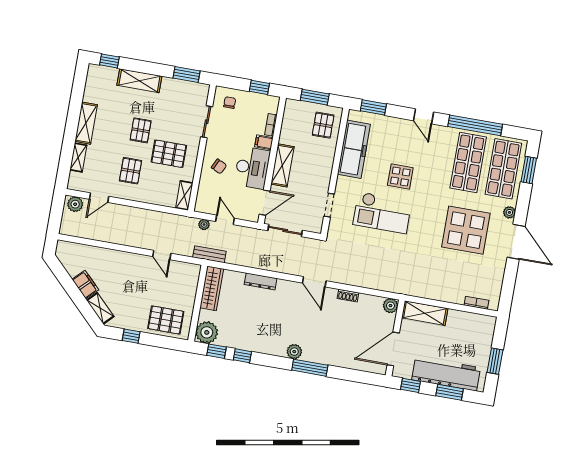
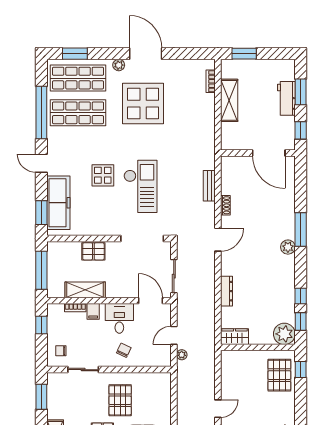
window: (315, 97) -> (41, 270), width x1.44
door: (424, 116) -> (41, 163), swing flipped
pallet: (323, 125) -> (93, 251), moved
freezer: (354, 149) -> (58, 203), moved, turned 90
shelving: (282, 165) -> (85, 290), moved
desk: (252, 168) -> (119, 318), width x0.73
shelving: (184, 195) -> (157, 378), removed
doorway: (329, 205) -> (142, 238), width x1.87
door: (516, 242) -> (146, 54), hinge flipped
bench: (209, 254) -> (209, 186), moved
door: (162, 255) -> (218, 409), moved
wardrobe: (212, 288) -> (234, 337), width x0.67
plant: (390, 306) -> (228, 163), removed
shelving: (425, 313) -> (229, 100), moved
window: (131, 336) -> (301, 370), moved
window: (495, 361) -> (244, 54), moved
workbench: (446, 374) -> (286, 98), width x0.53, depth x0.76

